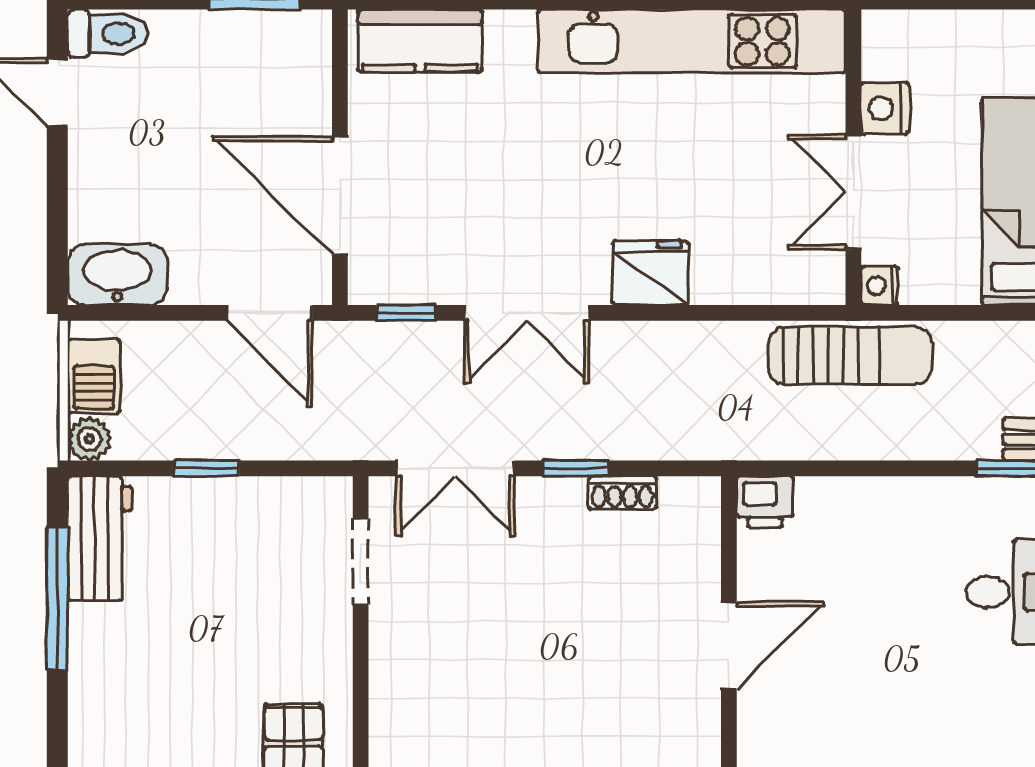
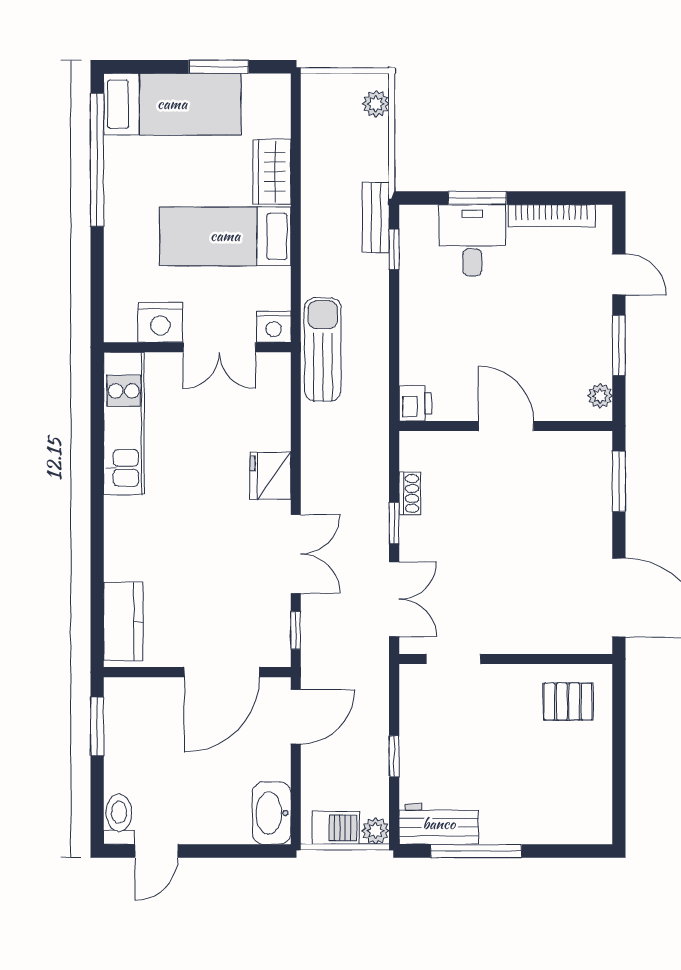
kitchen unit: (692, 41) -> (124, 424), width x0.73
nightstand: (885, 108) -> (160, 322), width x1.36, depth x1.33
nightstand: (879, 286) -> (274, 327), width x1.39, depth x1.35

